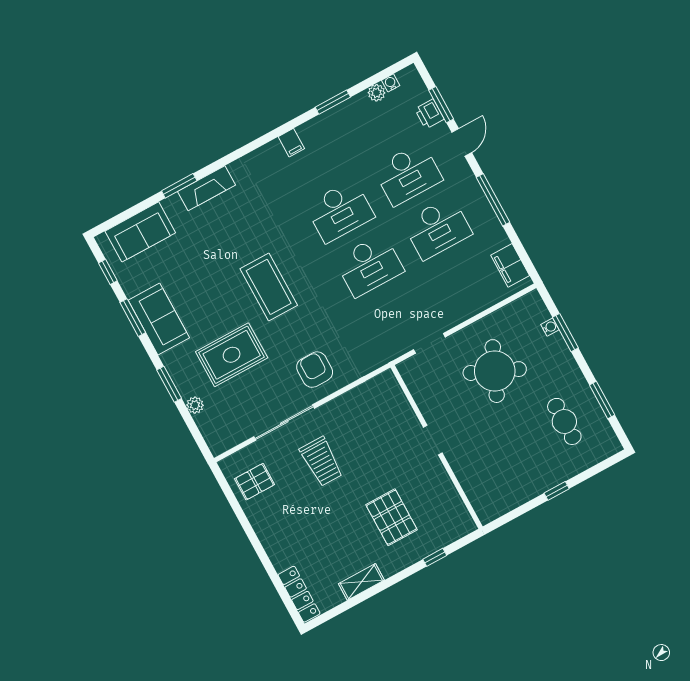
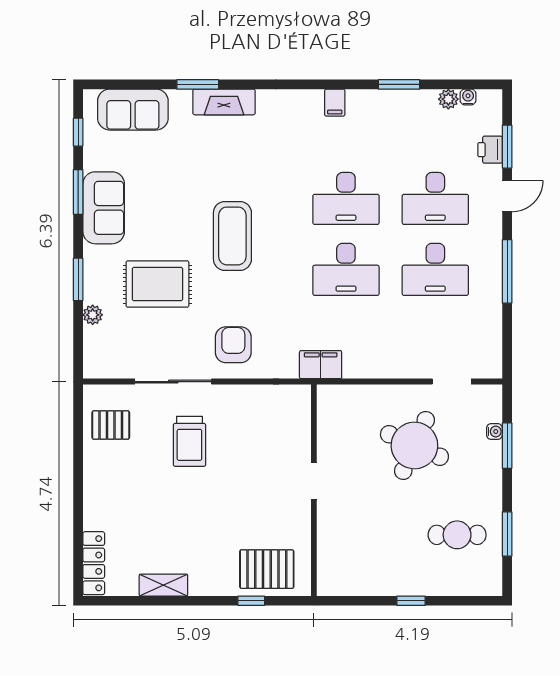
filing cabinet: (510, 265) -> (321, 365), moved, turned 90
doorway: (429, 343) -> (452, 382), moved
cafe table: (564, 421) -> (457, 535), turned 90
pallet: (392, 517) -> (267, 569), moved, turned 90

